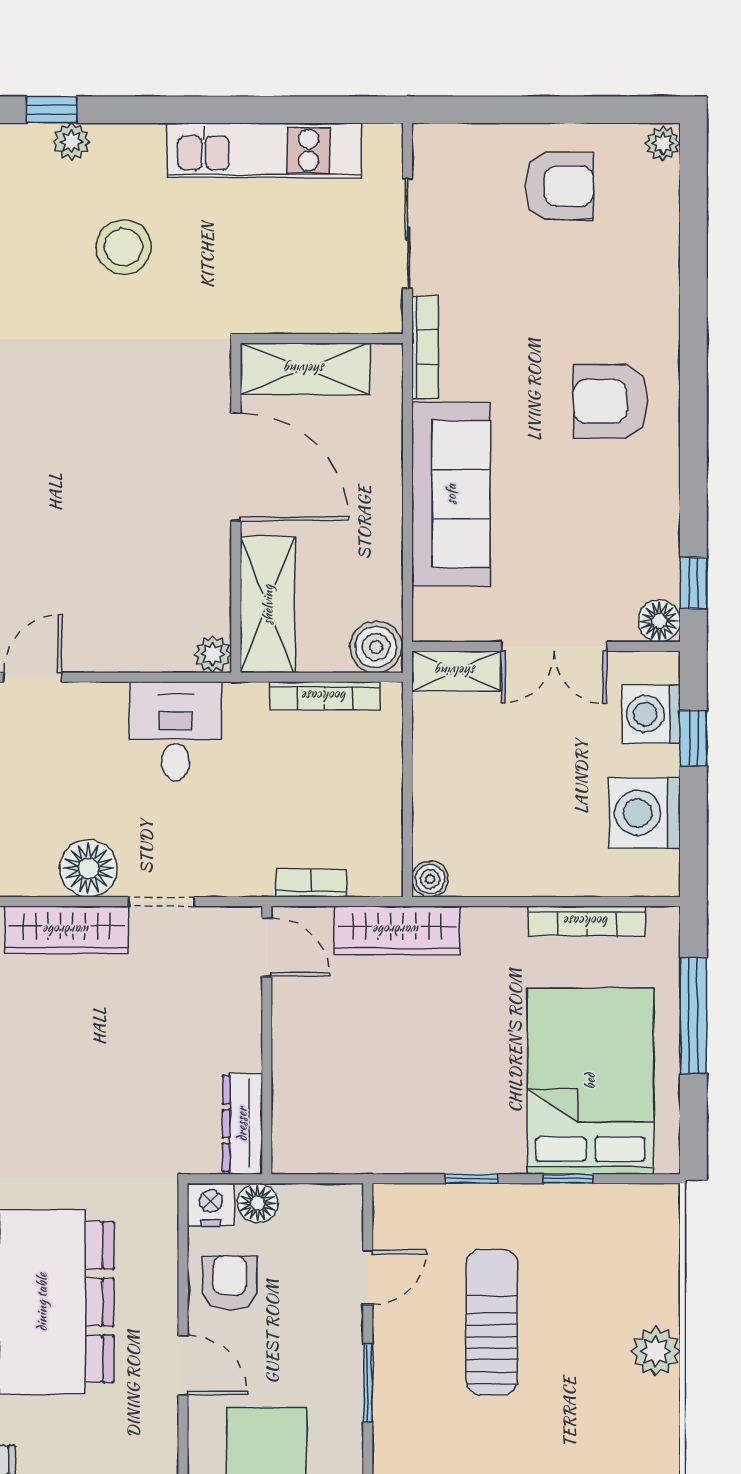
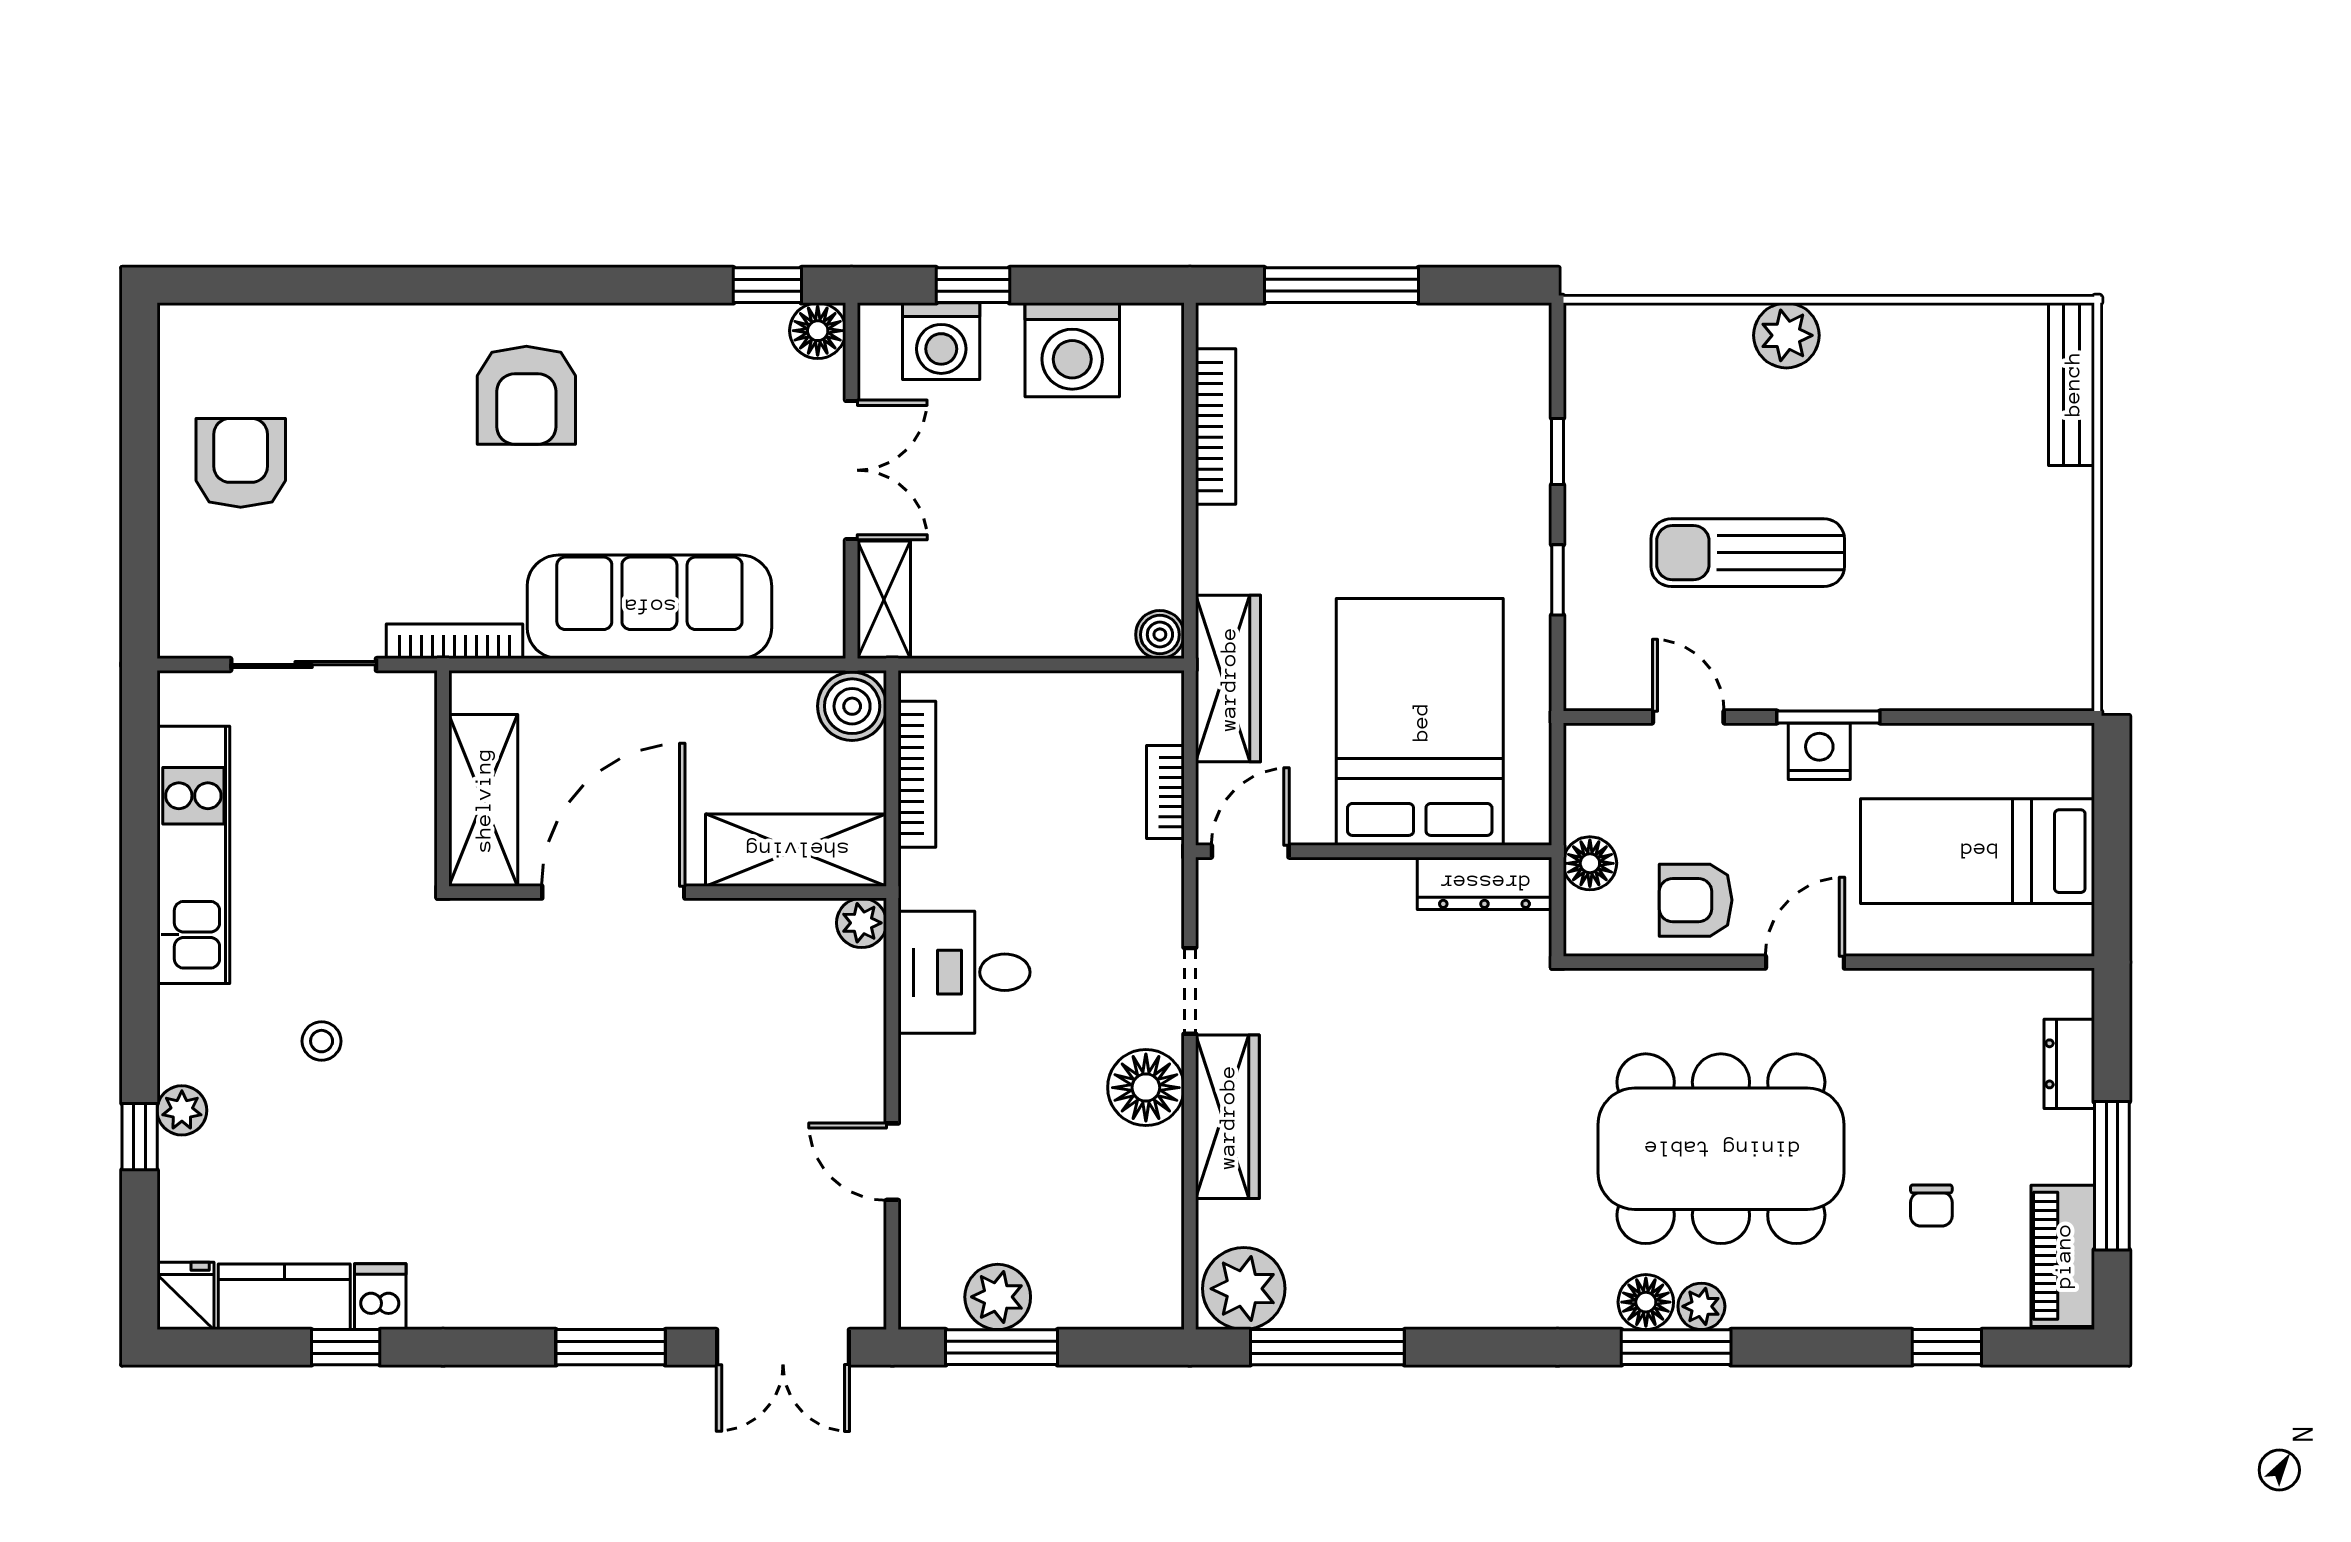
plant: (663, 143) -> (184, 326), removed
stool: (124, 247) -> (322, 1041), width x0.53, depth x0.53
bed: (590, 1081) -> (1420, 722), moved, turned 90
nightstand: (211, 1205) -> (1819, 751), moved, turned 90

